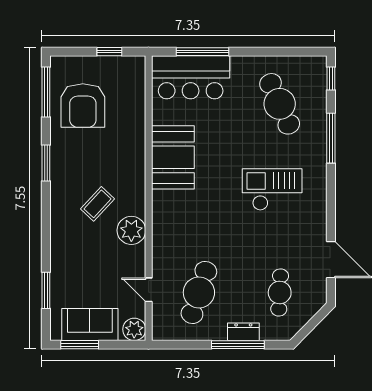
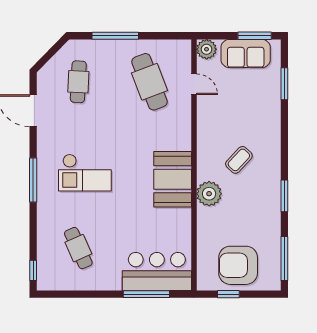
cafe table: (280, 104) -> (78, 248), width x0.73, depth x0.74
armchair: (83, 106) -> (238, 265), moved, turned -90
window: (331, 138) -> (33, 180), moved
booth: (173, 157) -> (173, 179), moved
plant: (131, 230) -> (209, 194), moved
cafe table: (199, 292) -> (150, 82), turned -39
dresser: (243, 332) -> (110, 47), removed

